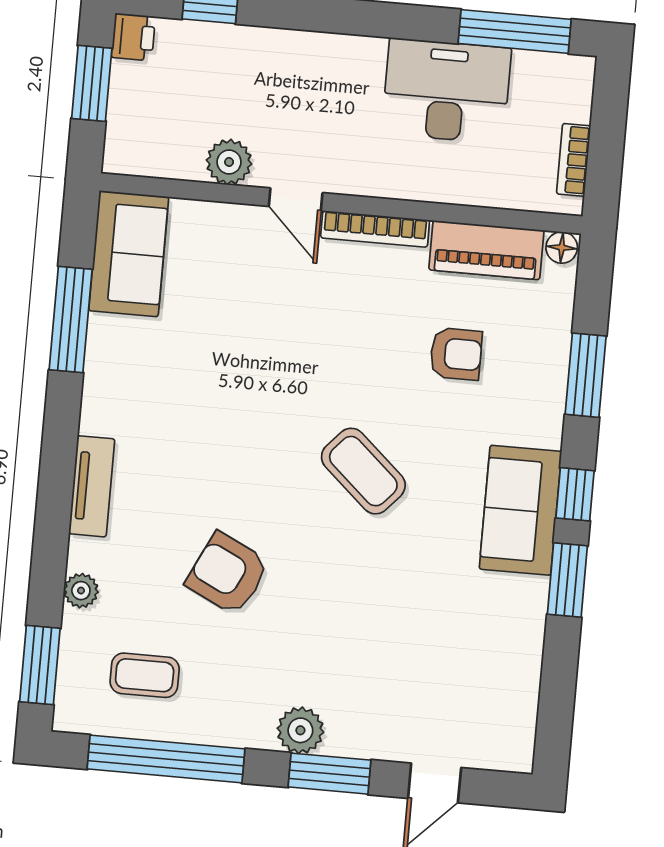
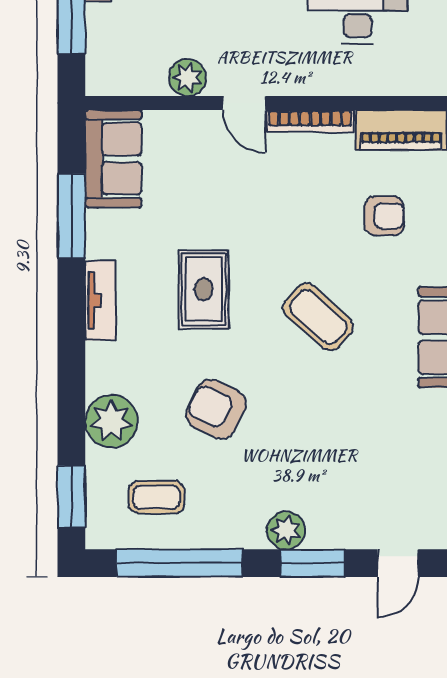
rug: (225, 425) -> (204, 289), added
tv unit: (92, 486) -> (100, 300), moved
plant: (81, 591) -> (111, 421), width x1.88, depth x1.88

